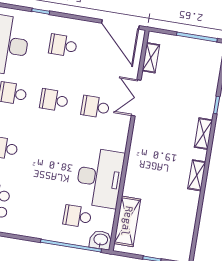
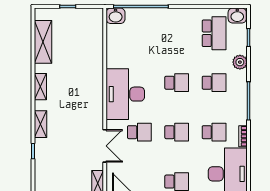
desk: (100, 178) -> (125, 94), moved
school desk: (77, 216) -> (177, 83), moved
shelving: (127, 221) -> (43, 42), moved

